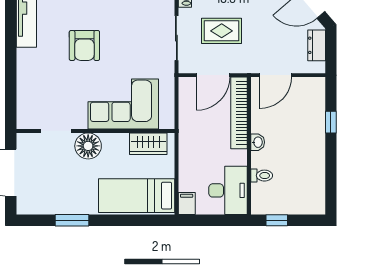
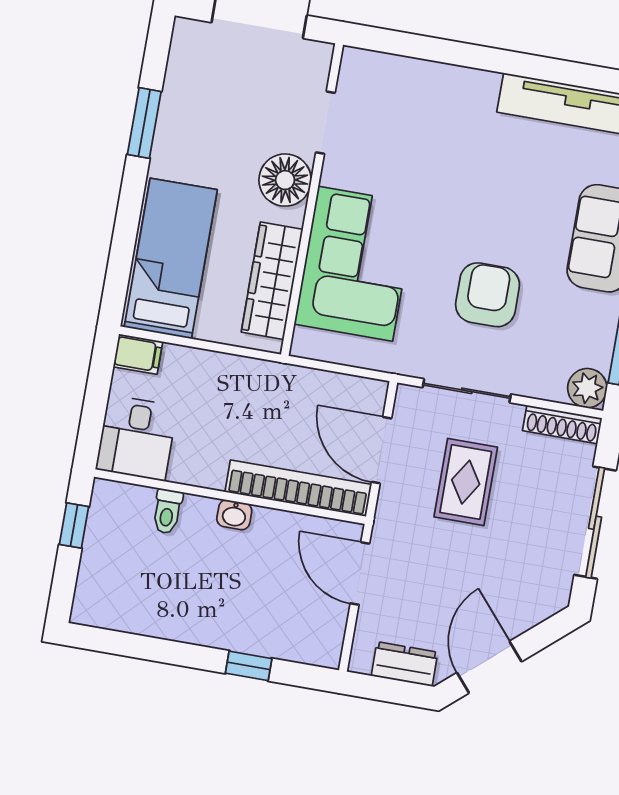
armchair: (84, 45) -> (488, 295), moved, turned 90
wardrobe: (148, 144) -> (272, 281), width x1.50
desk: (228, 190) -> (137, 438), width x0.73

